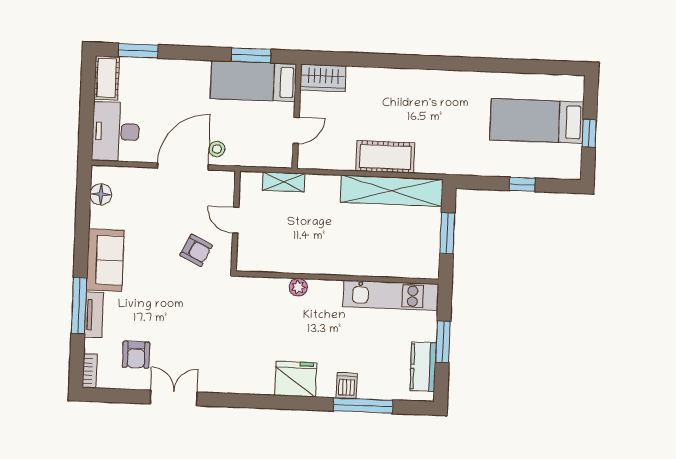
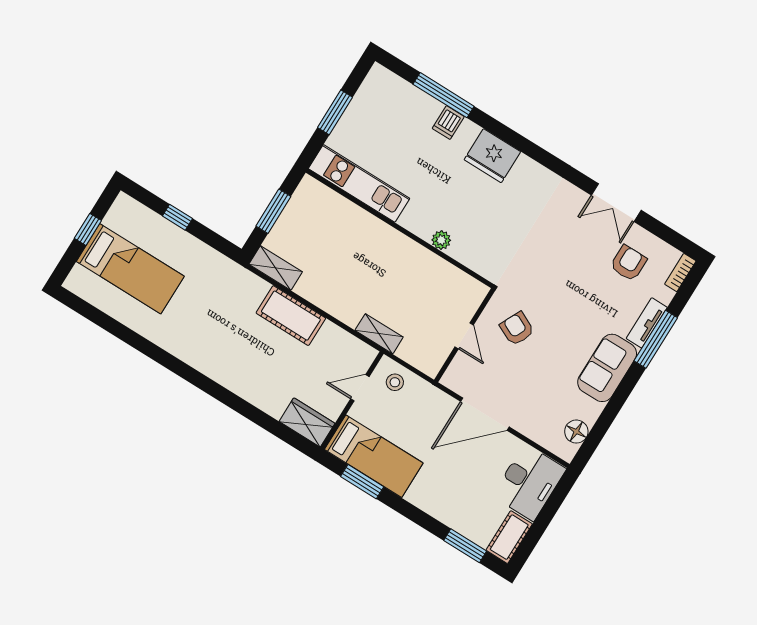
stool: (217, 149) -> (395, 382), moved
shelving: (284, 182) -> (379, 334), moved
shelving: (392, 191) -> (276, 268), width x0.45, depth x0.75
kitchen counter: (423, 367) -> (367, 100), removed

